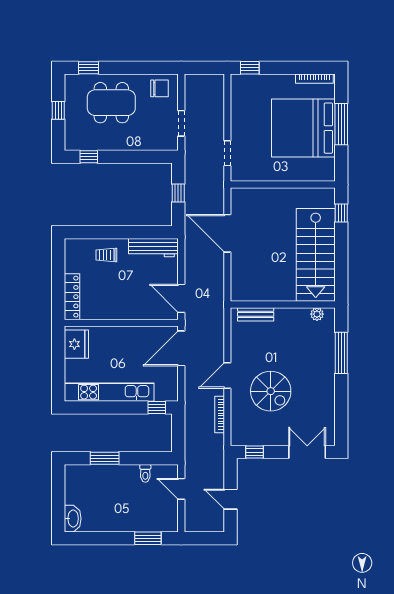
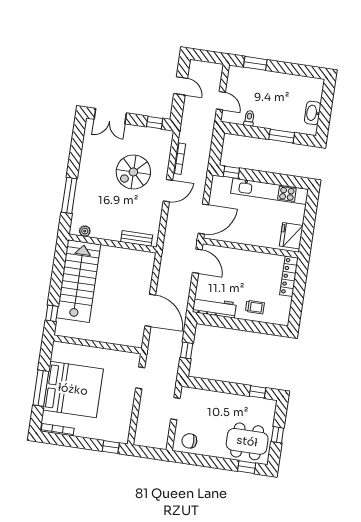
dining table: (111, 103) -> (247, 441), moved
spiral stairs: (271, 391) -> (133, 172), turned -90
washbasin: (73, 519) -> (313, 113), moved

